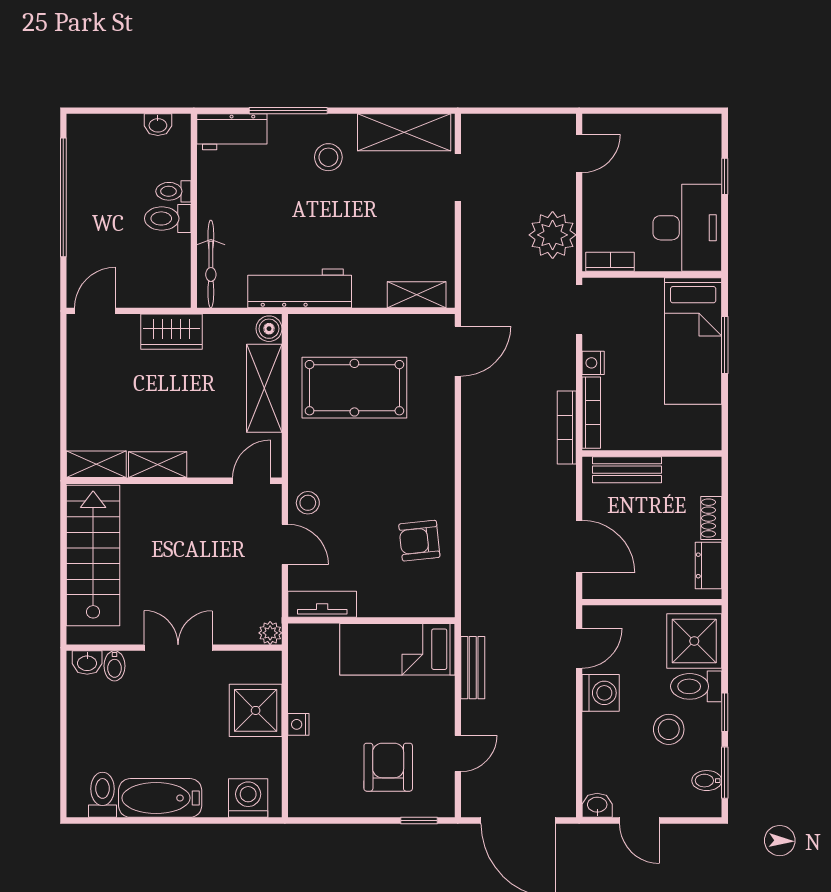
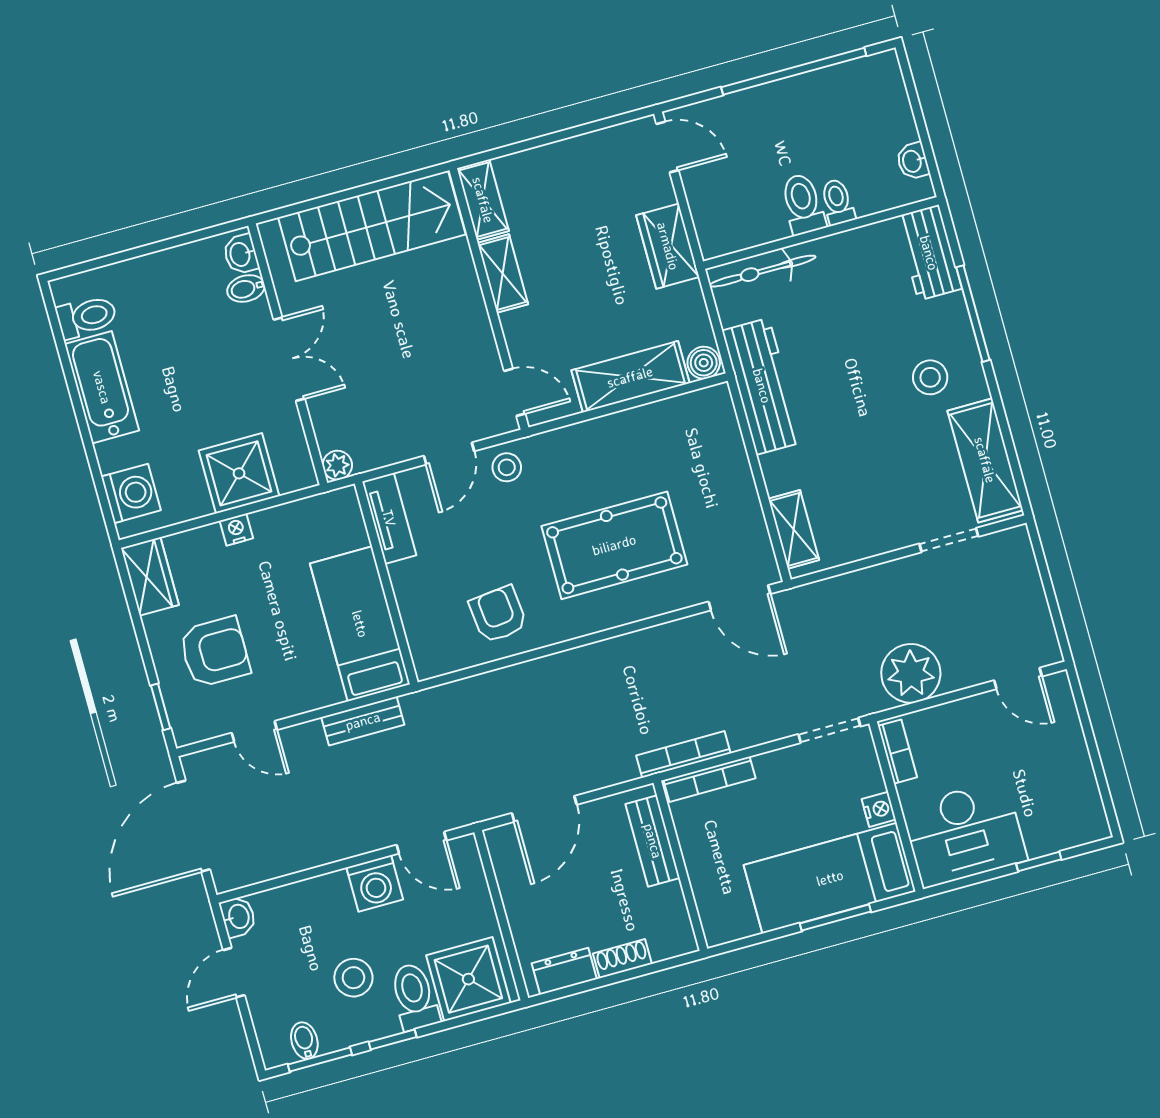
nightstand: (593, 363) -> (879, 809), moved, turned 90
pool table: (354, 388) -> (614, 545), moved, turned 90
wardrobe: (316, 801) -> (150, 576), added

